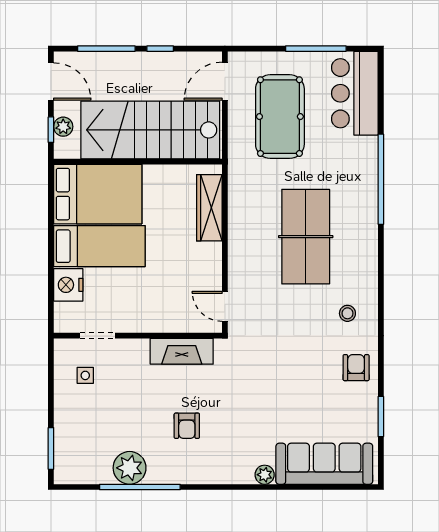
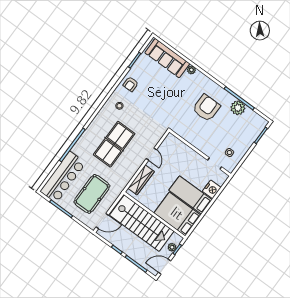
door: (51, 81) -> (165, 267), hinge flipped
bar counter: (355, 93) -> (63, 177), width x1.36
door: (225, 306) -> (151, 154), moved
fireplace: (182, 351) -> (189, 136), removed
armchair: (187, 426) -> (206, 108), width x1.88, depth x1.88

